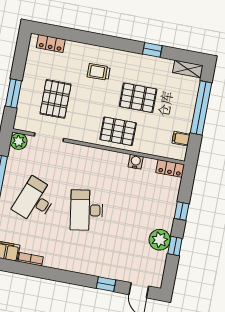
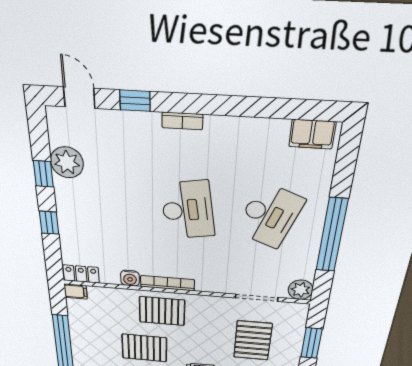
filing cabinet: (181, 139) -> (76, 292), moved
bookcase: (110, 155) -> (167, 283), added
plant: (160, 240) -> (67, 162), moved
bookcase: (31, 259) -> (182, 121), moved

